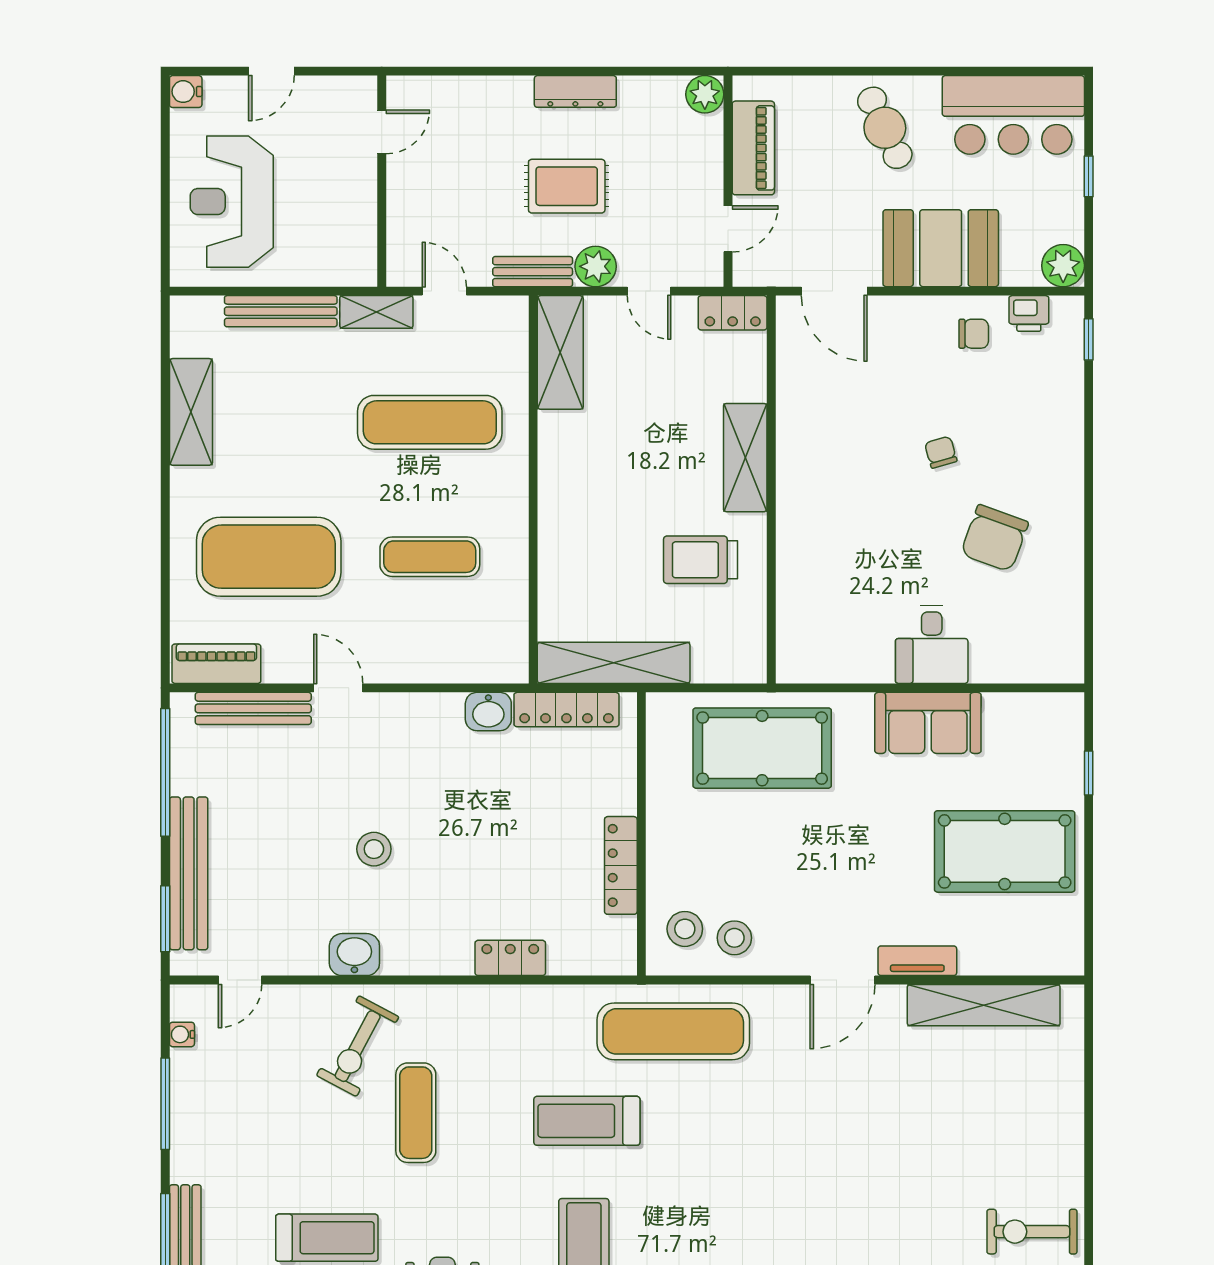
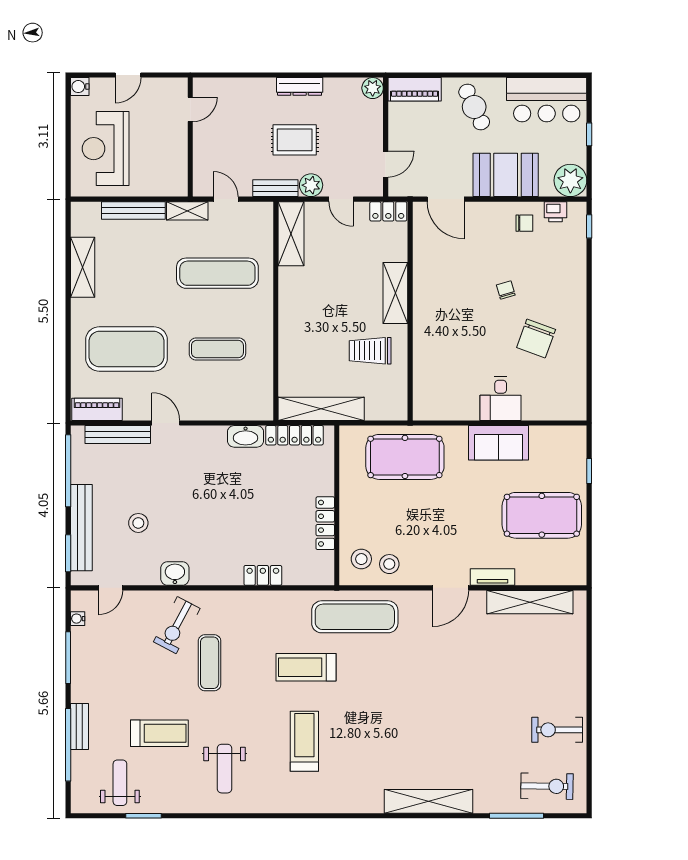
piano: (753, 148) -> (415, 89), moved, turned 90
plant: (1063, 266) -> (570, 180), width x1.36, depth x1.36
washbasin: (488, 712) -> (246, 436), width x1.38
stool: (374, 849) -> (138, 523), moved

